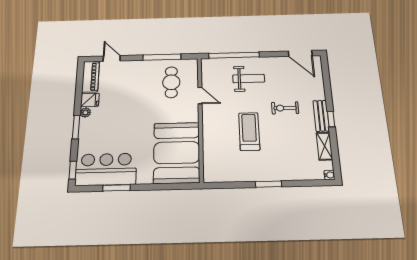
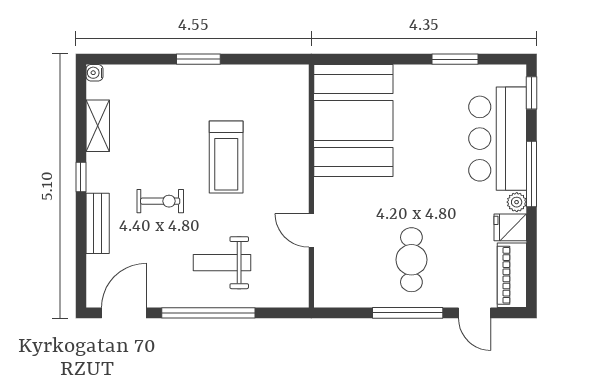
door: (300, 53) -> (124, 313), hinge flipped
window: (234, 55) -> (208, 313), moved
window: (162, 57) -> (408, 313), moved
cafe table: (171, 82) -> (411, 260), moved
bench: (321, 116) -> (98, 223), moved
window: (76, 127) -> (531, 174), width x1.44
bar counter: (106, 169) -> (498, 139), moved, turned 90

